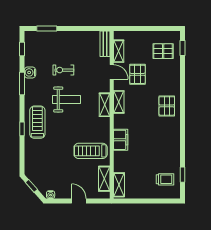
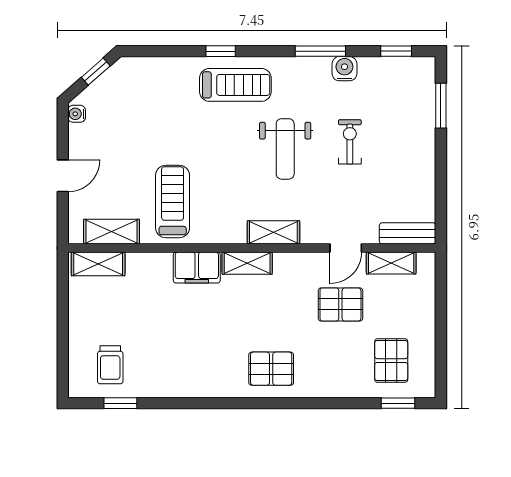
shelving: (119, 102) -> (247, 263), moved

